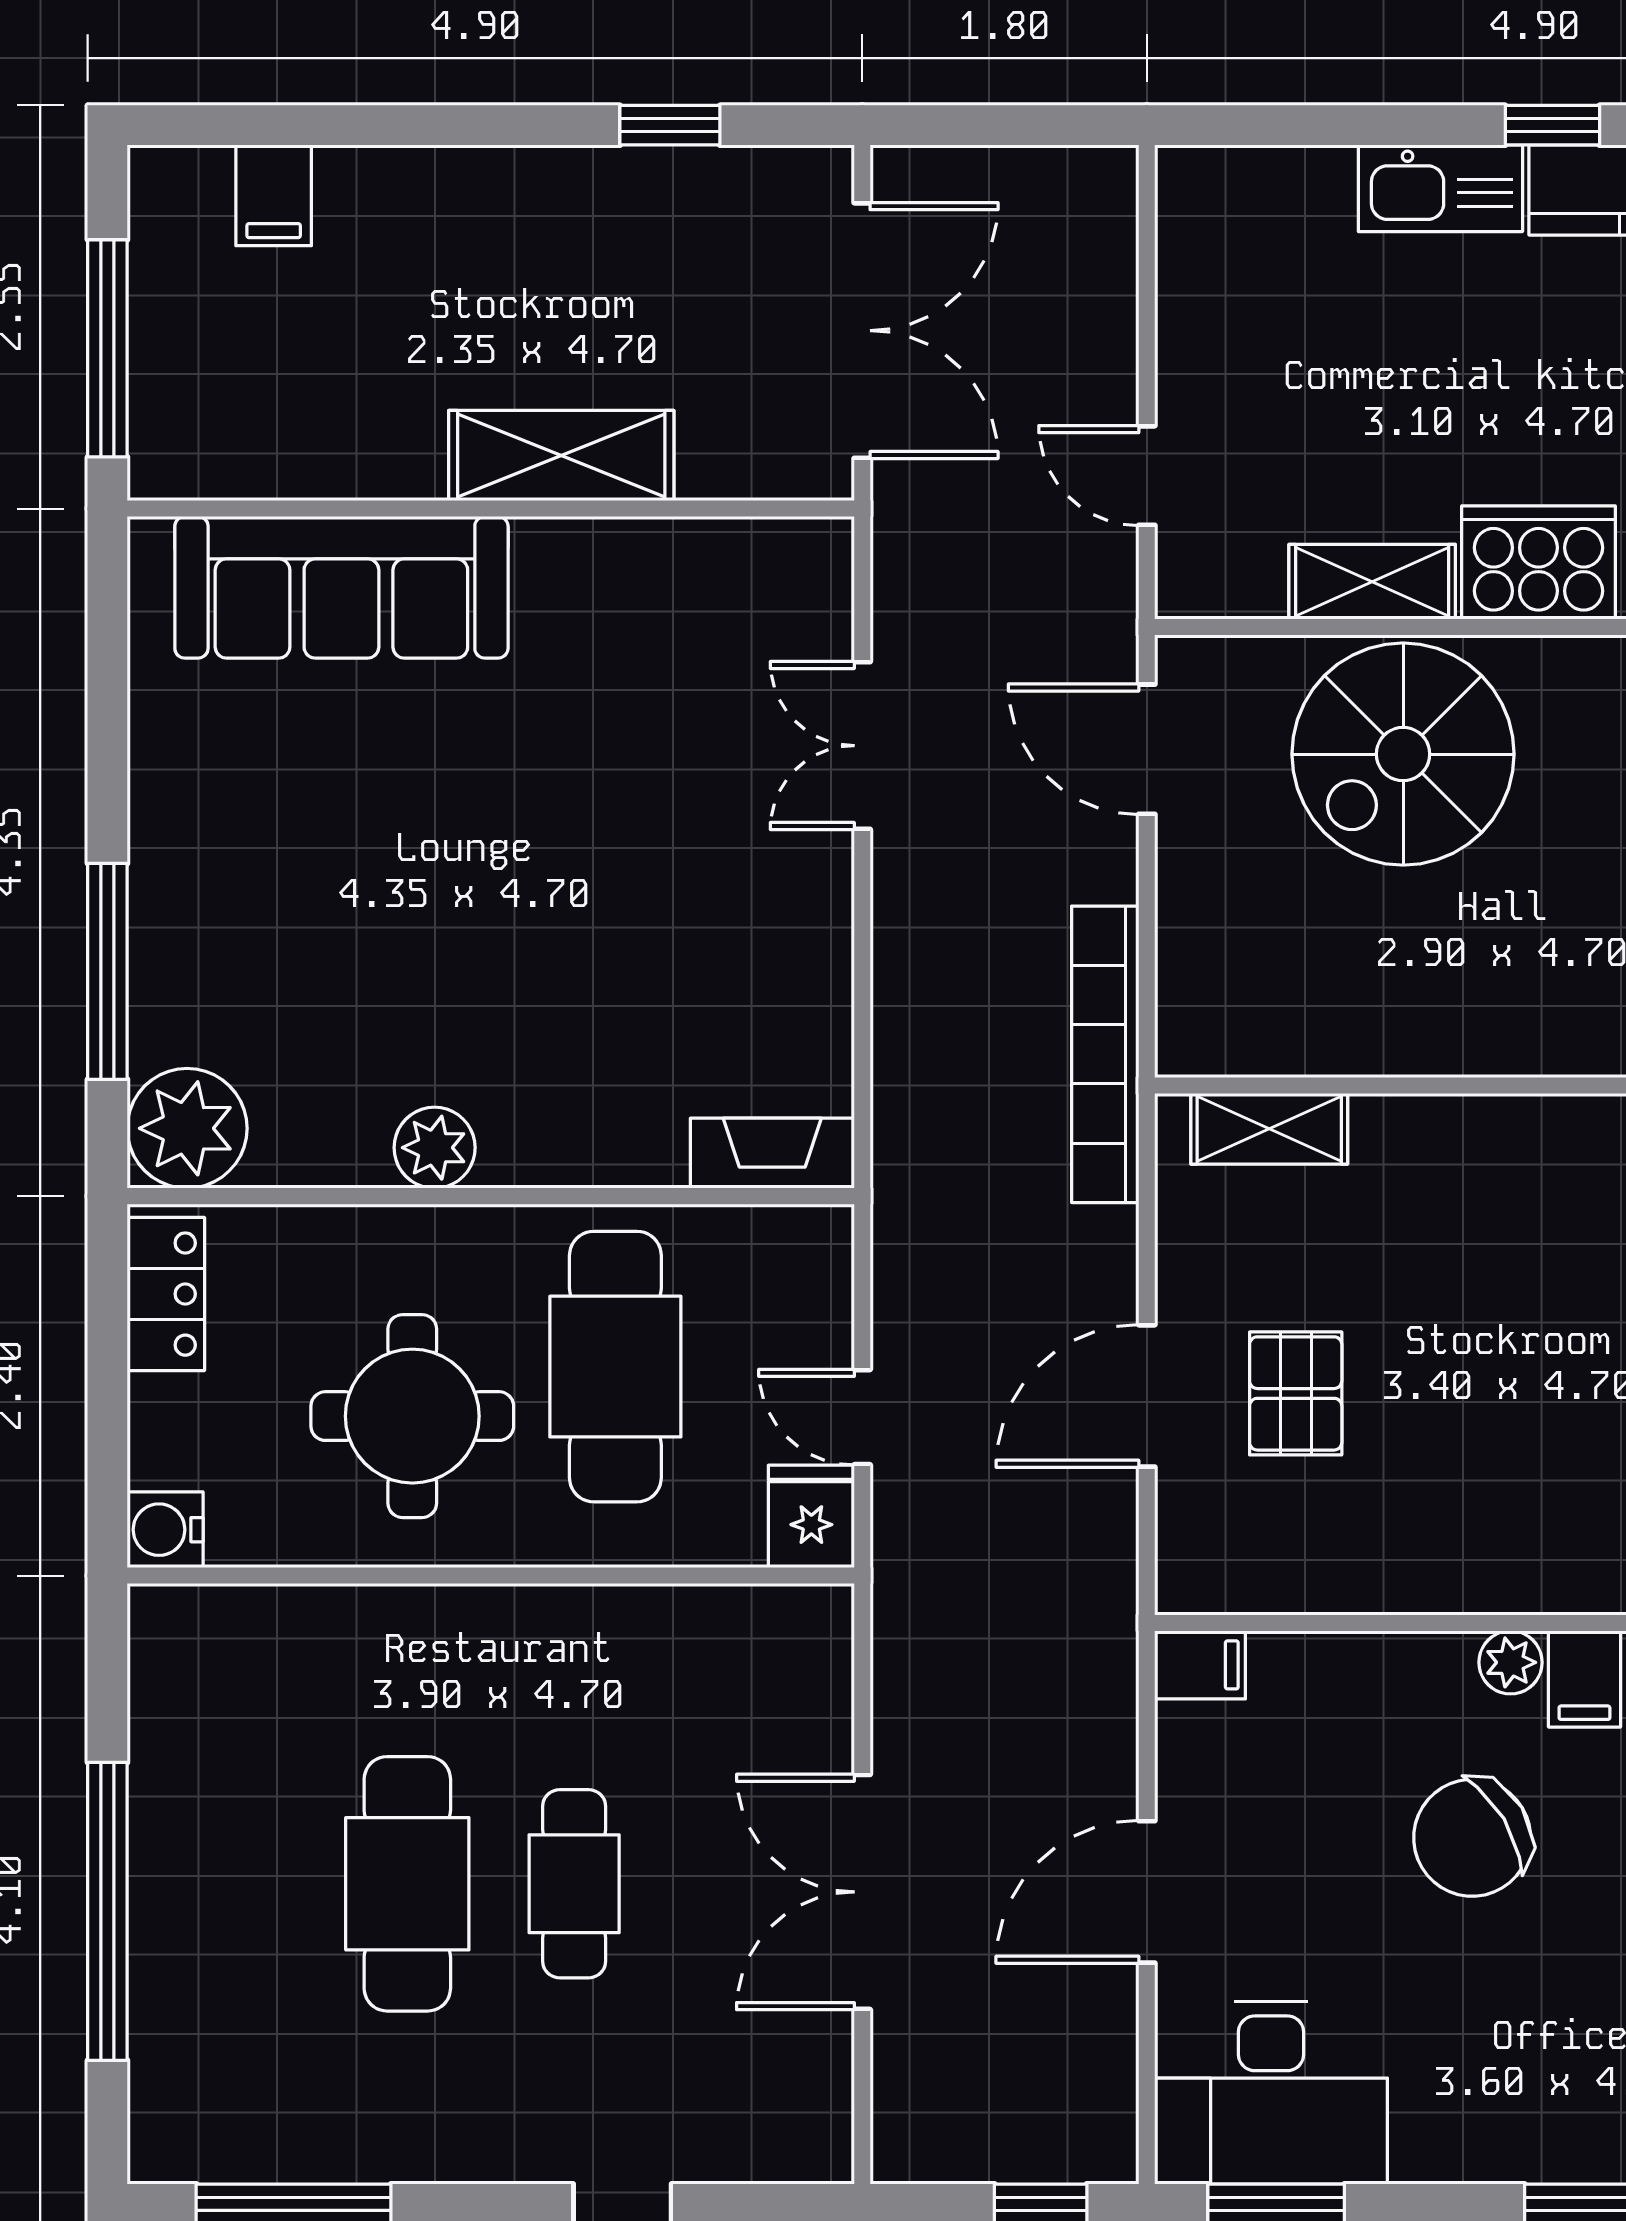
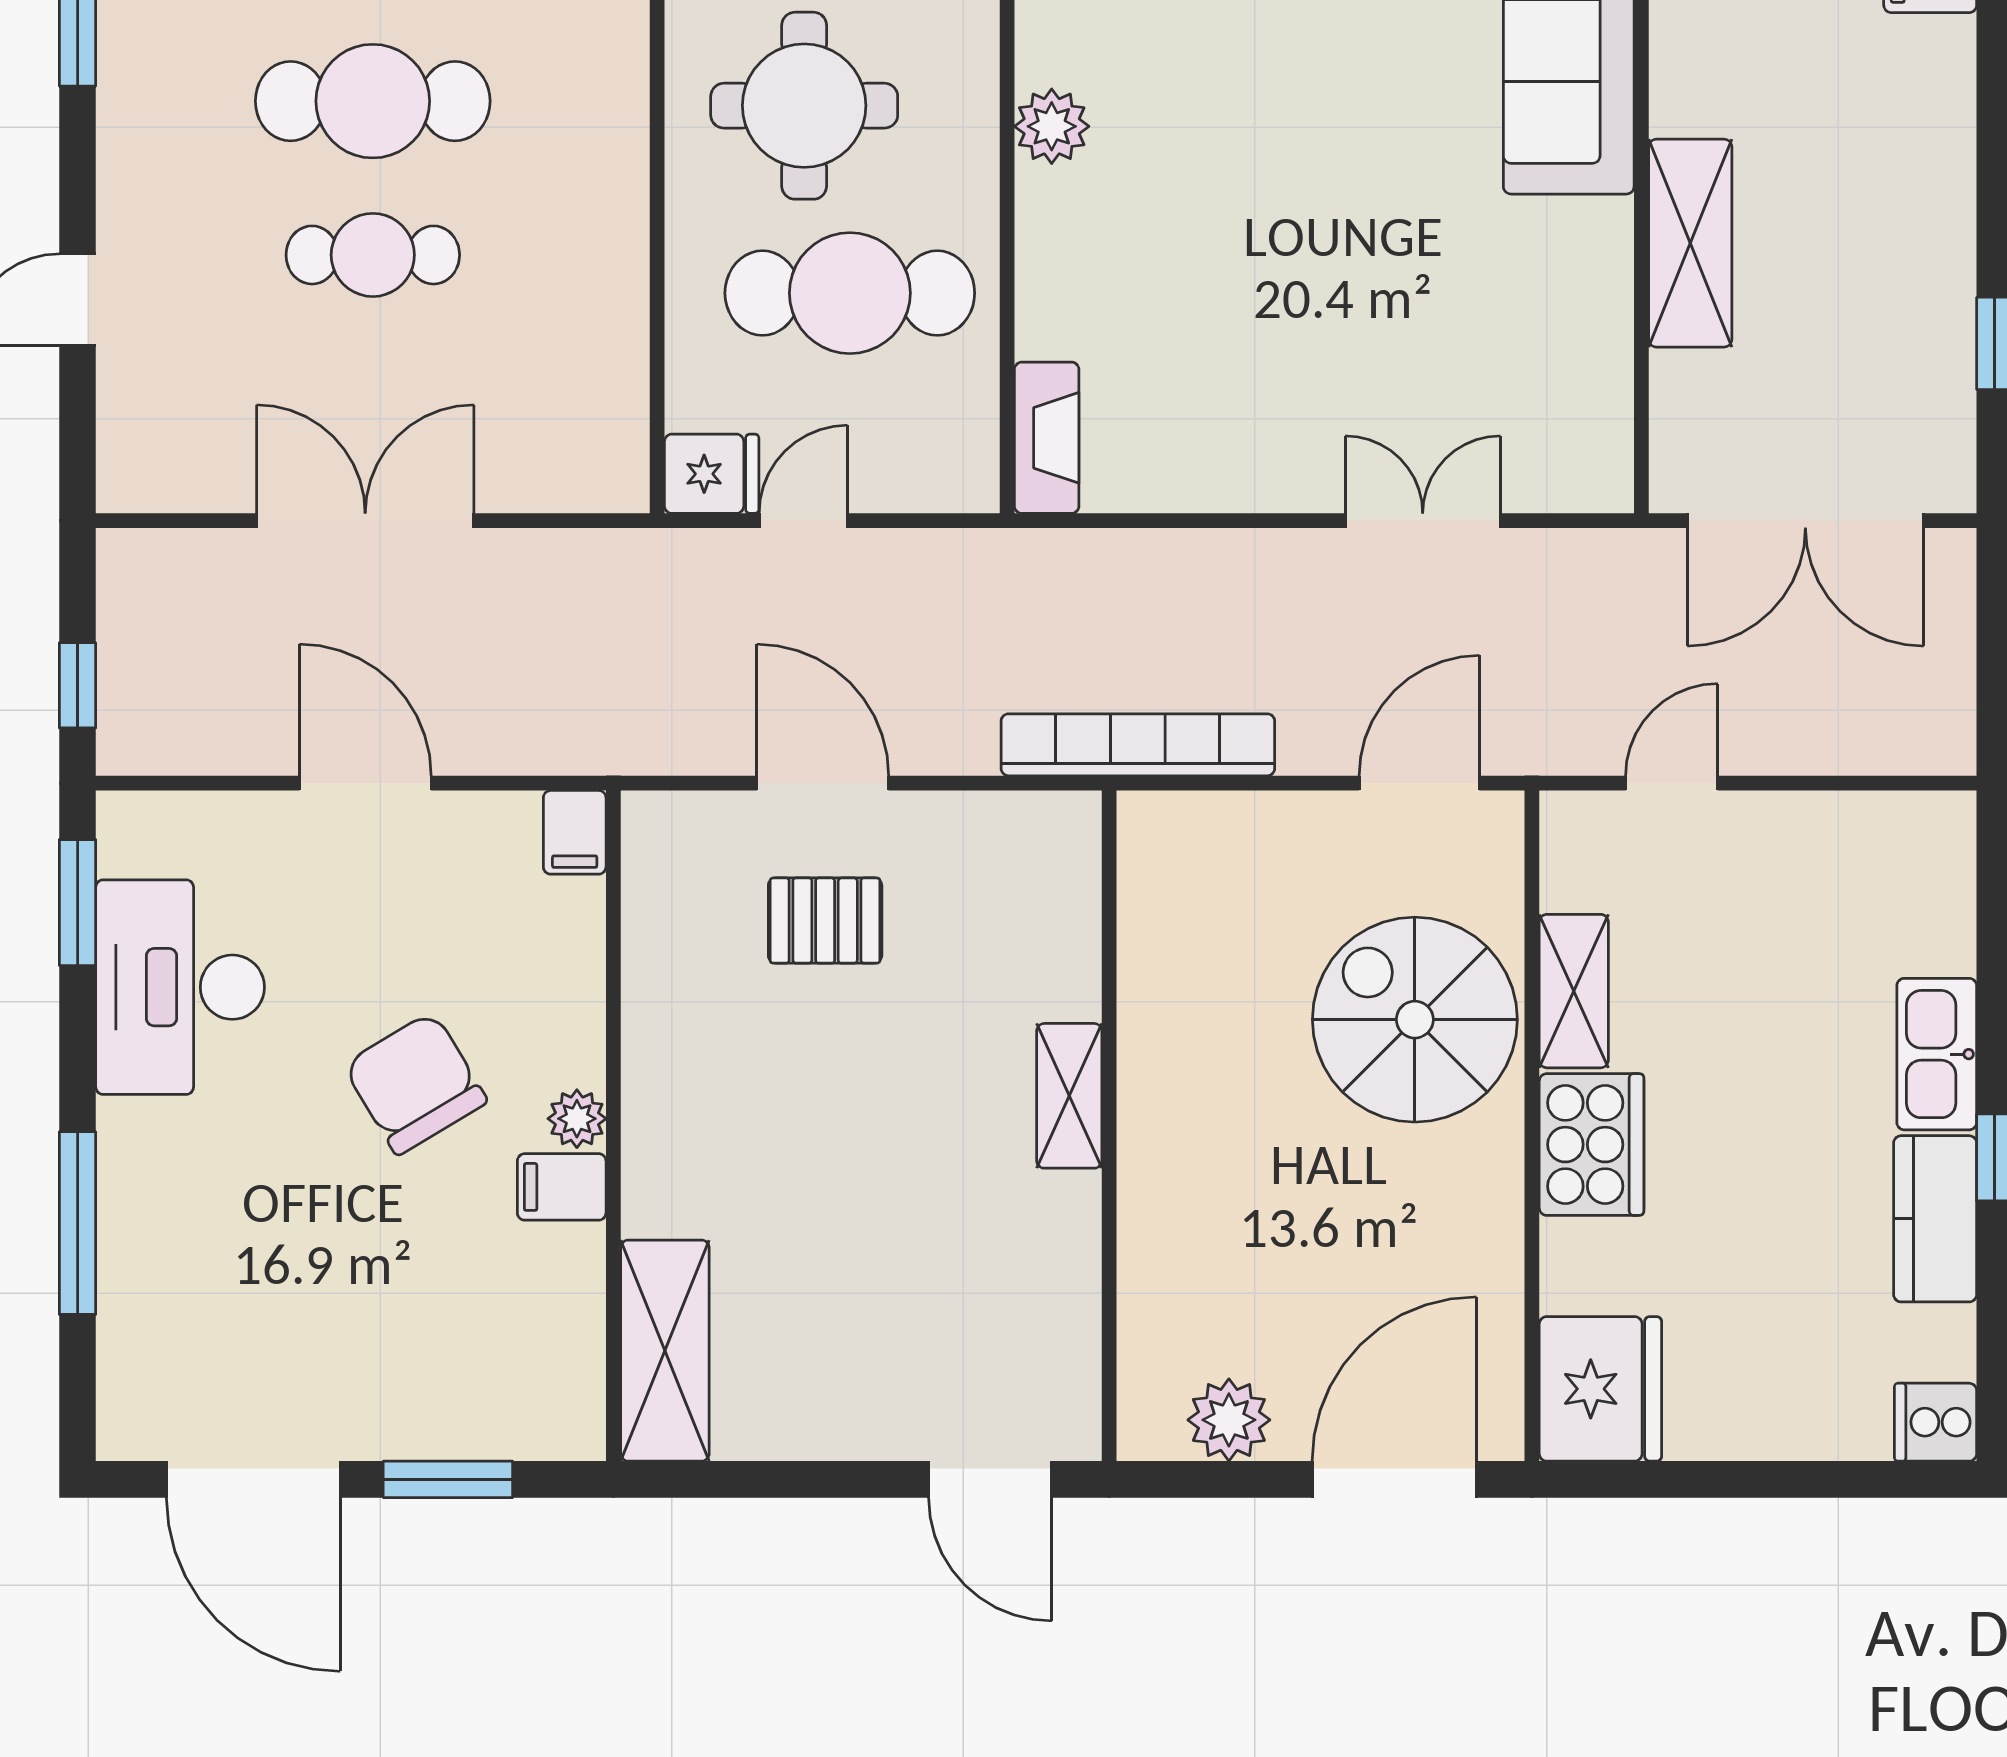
shelving: (1269, 1129) -> (1069, 1096), moved
desk: (1271, 2093) -> (180, 987), moved

